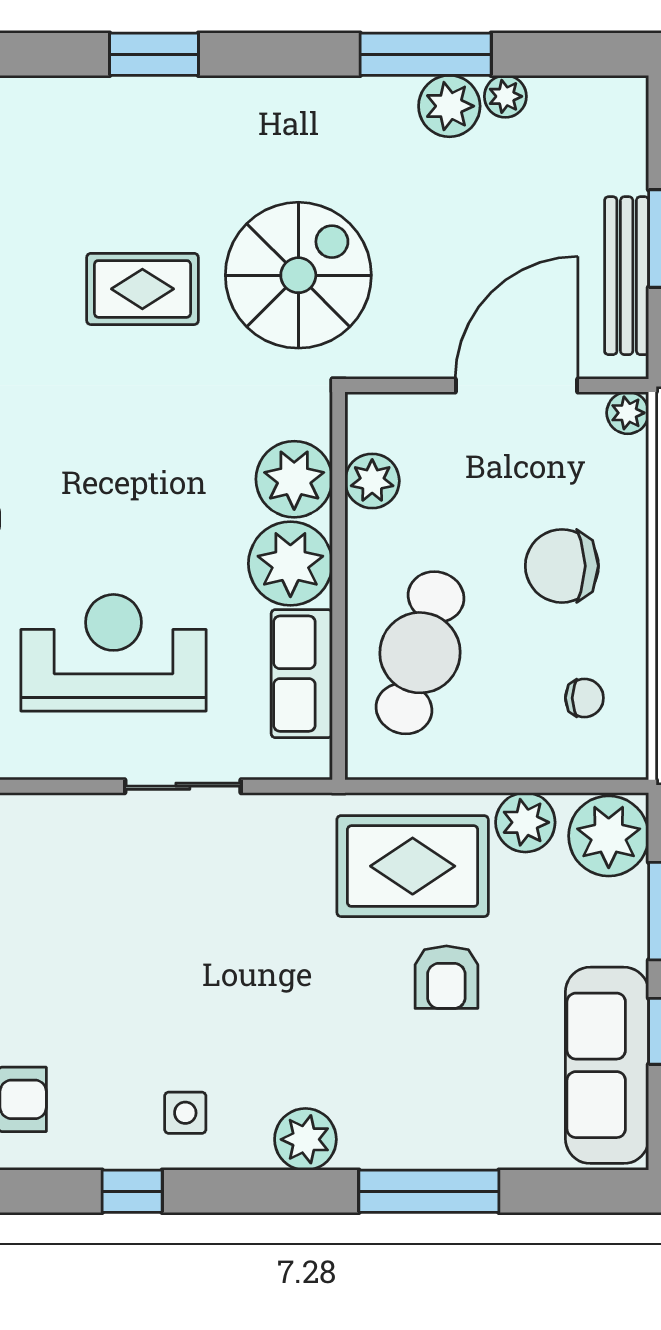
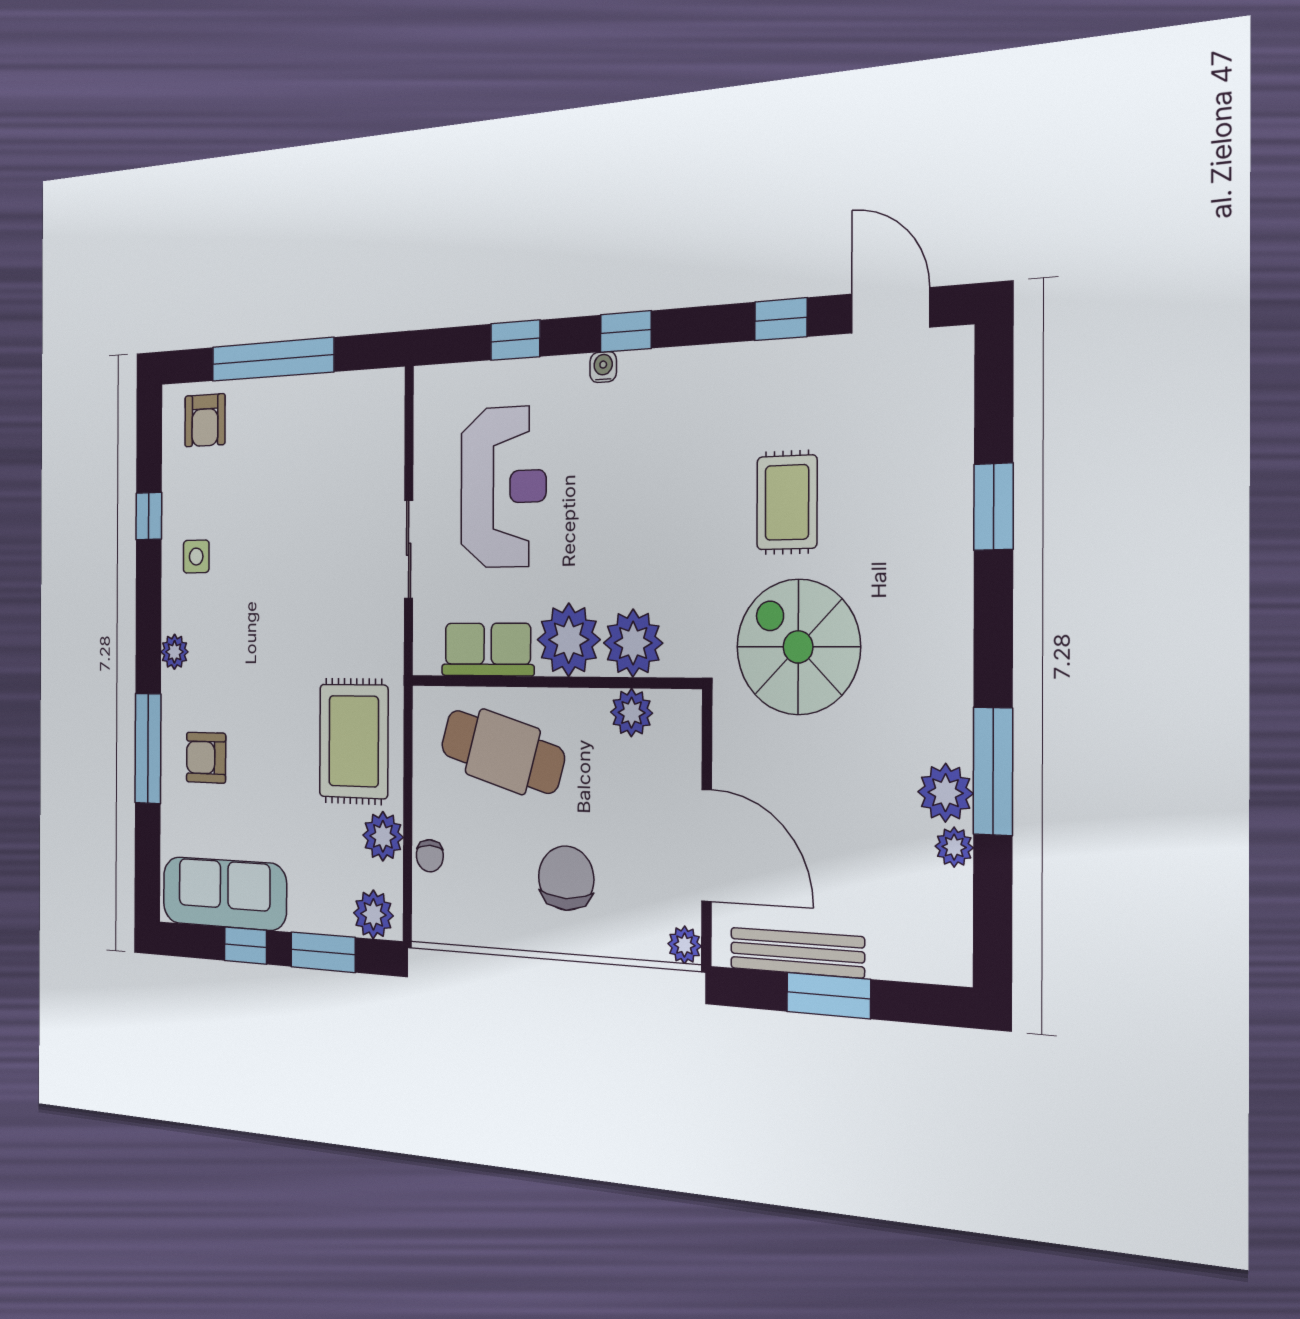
spiral stairs: (298, 275) -> (798, 647), turned 180
chair: (584, 698) -> (430, 856), moved
plant: (609, 836) -> (373, 914), width x0.73, depth x0.73
armchair: (446, 977) -> (206, 758), moved
plant: (305, 1139) -> (174, 652), width x0.73, depth x0.73

